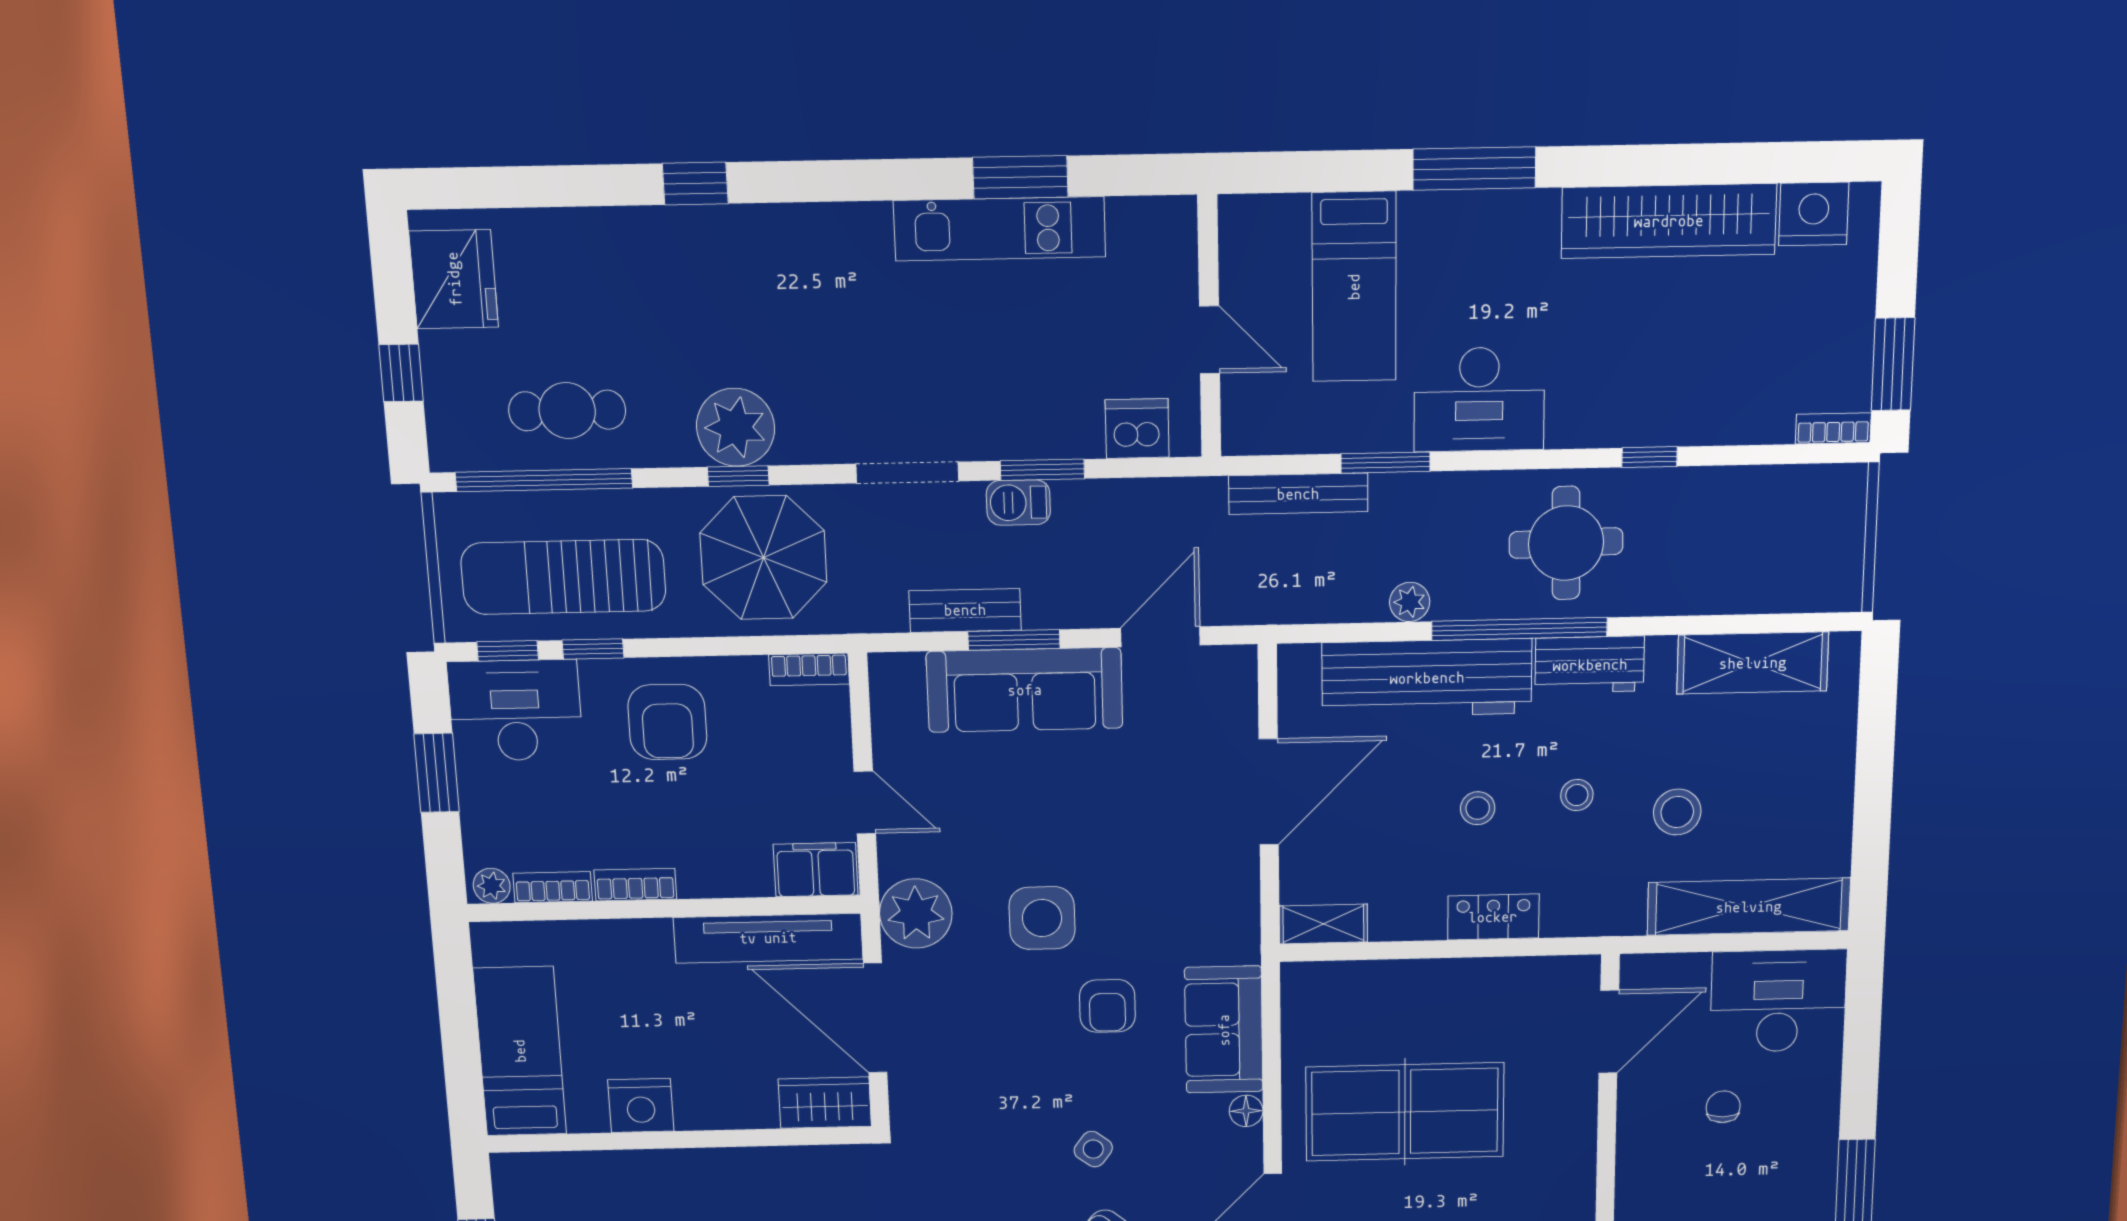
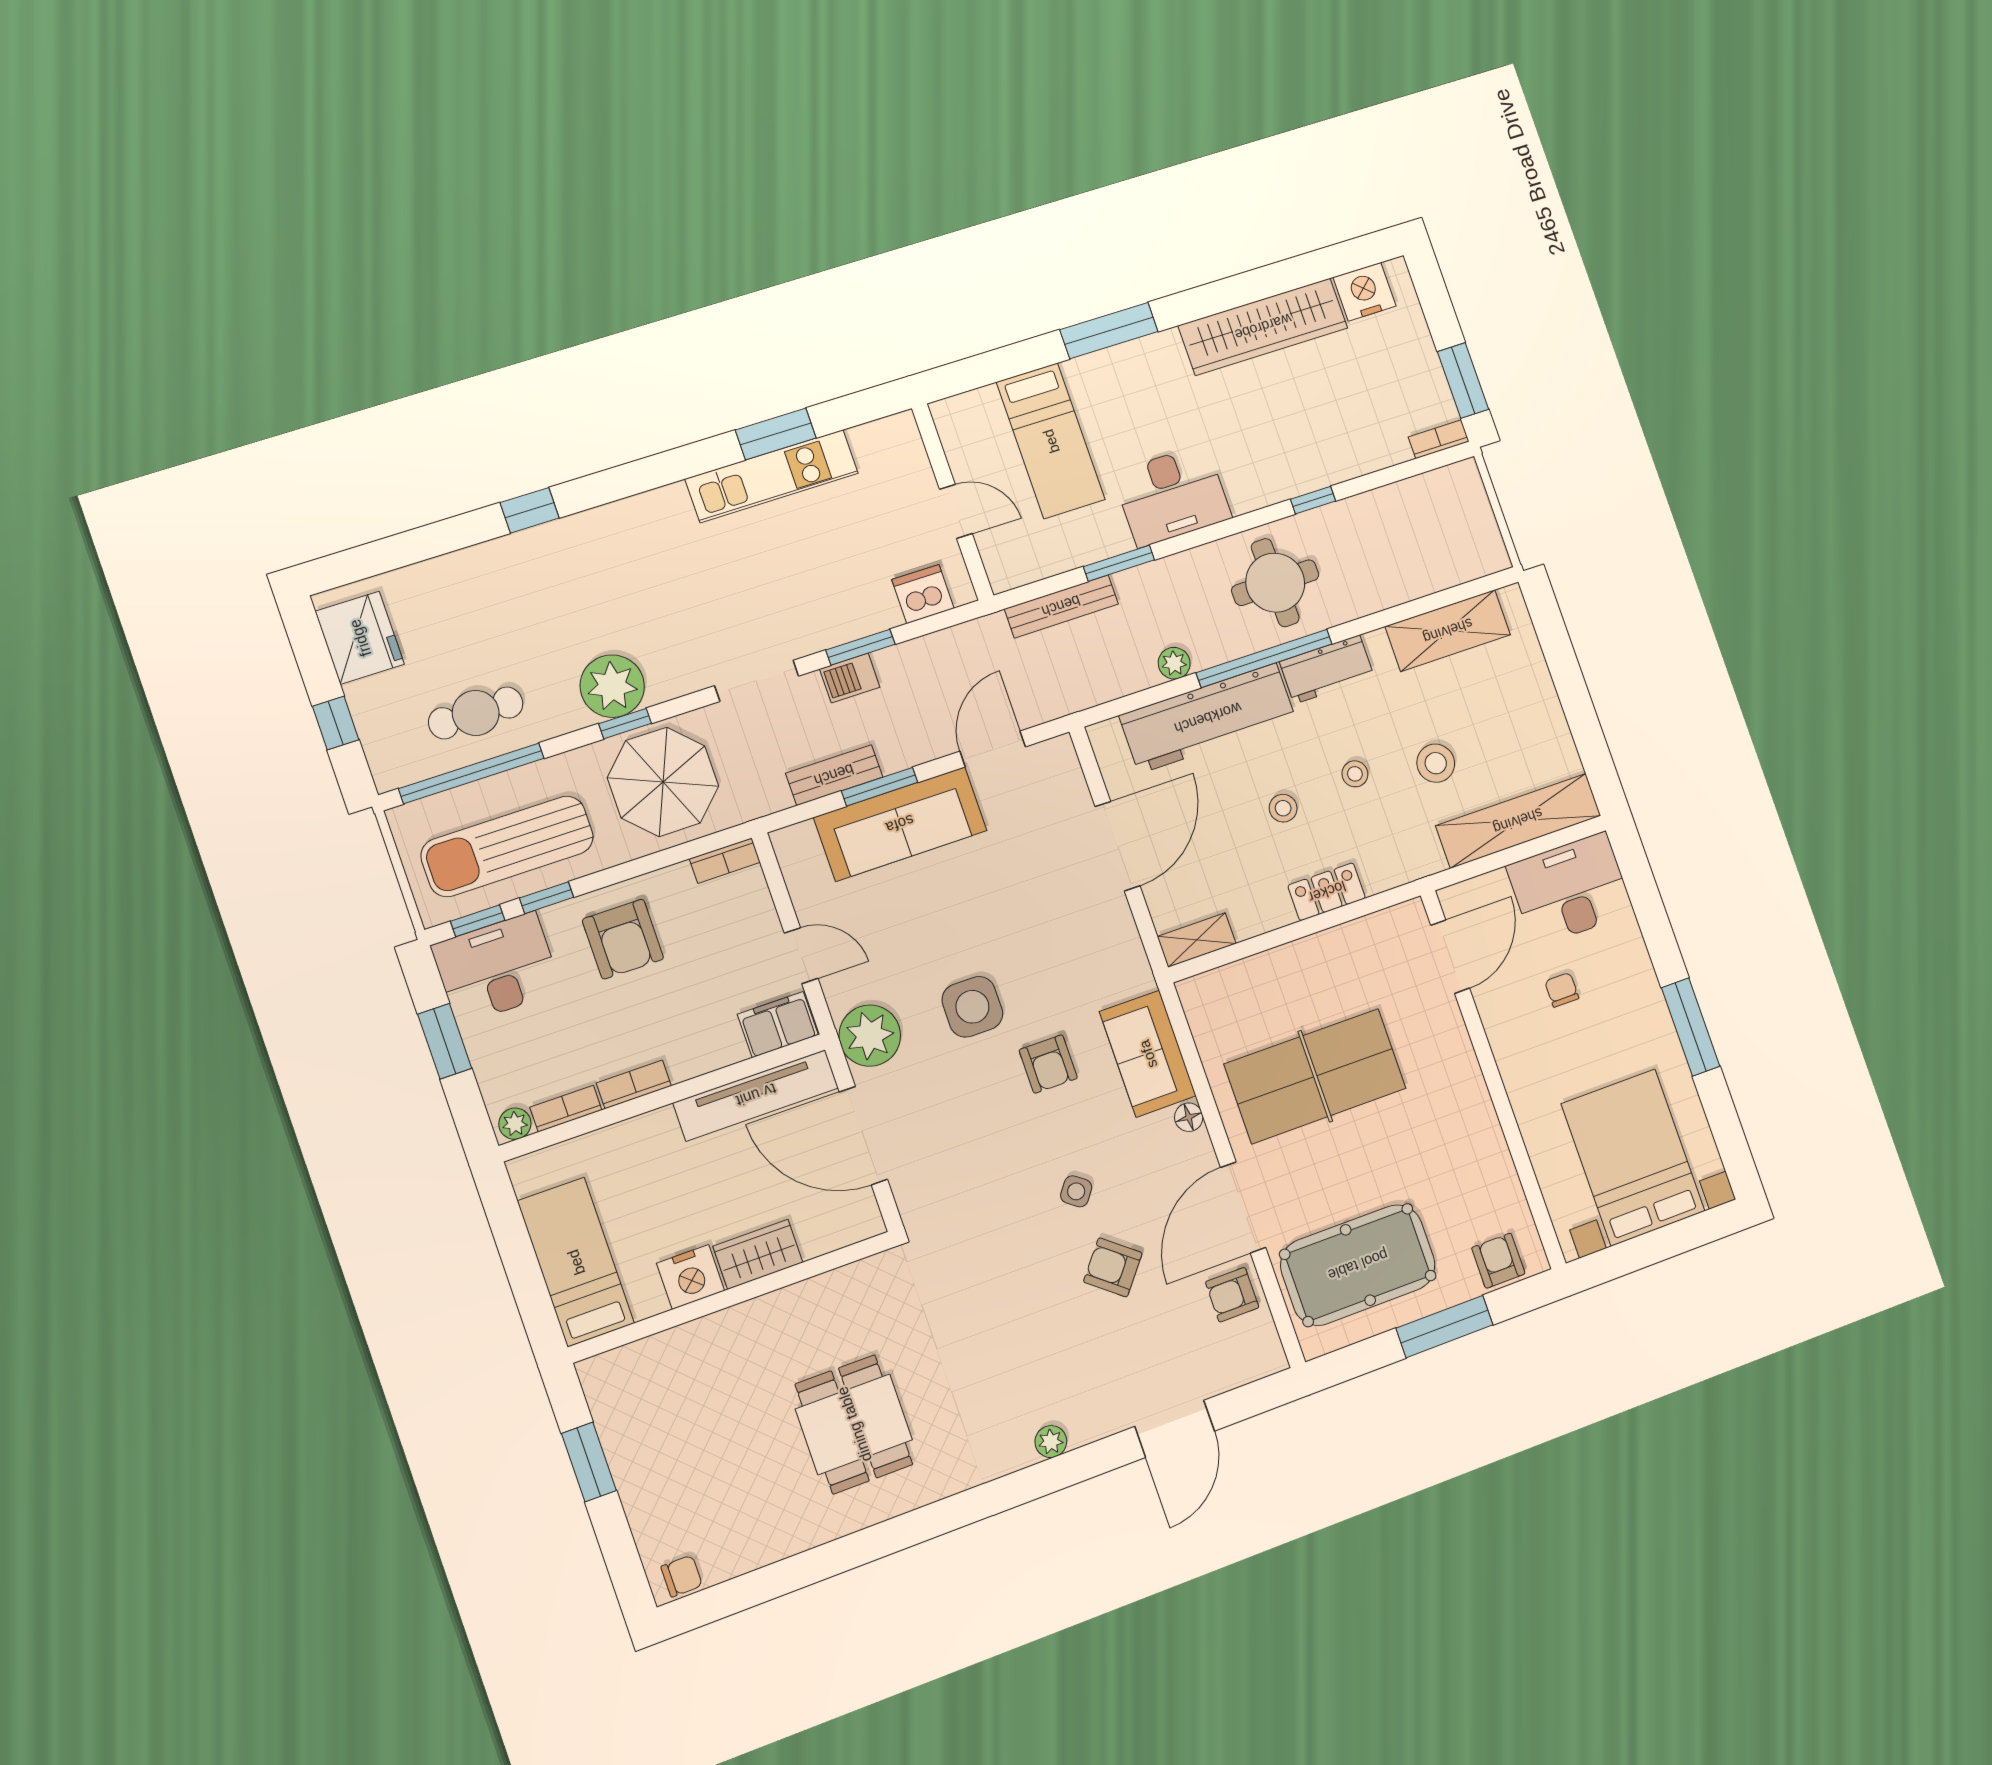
wardrobe: (825, 1103) -> (758, 1254), moved

